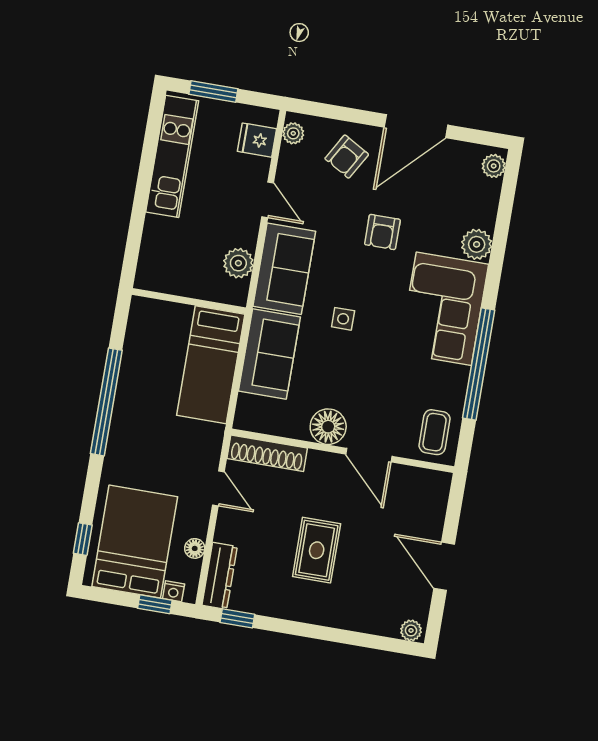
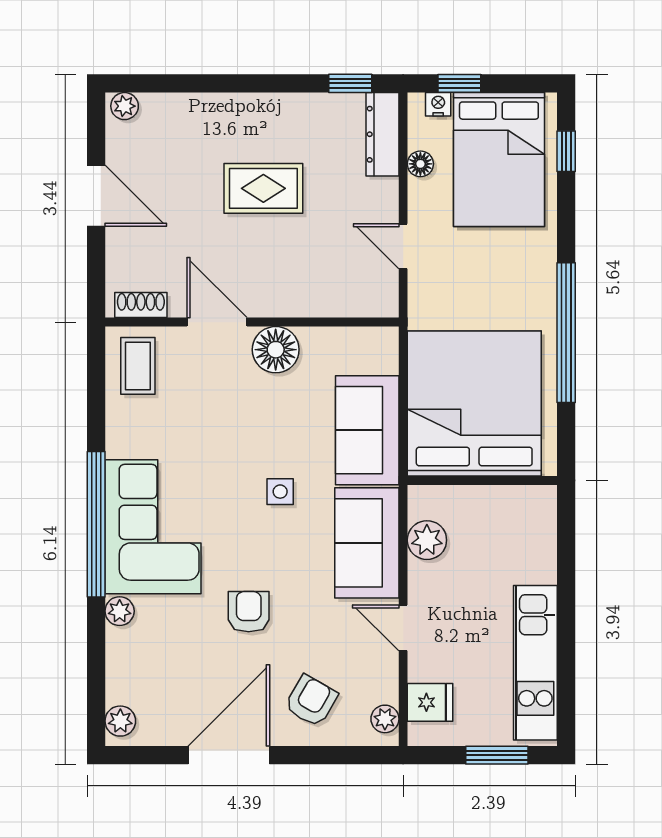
plant: (477, 244) -> (120, 611), width x0.73, depth x0.73
window: (479, 364) -> (96, 524), moved
bed: (211, 365) -> (474, 404), width x2.04
shoe rack: (267, 453) -> (141, 305), moved, width x0.51, depth x0.81
rug: (317, 550) -> (263, 188), turned 90

